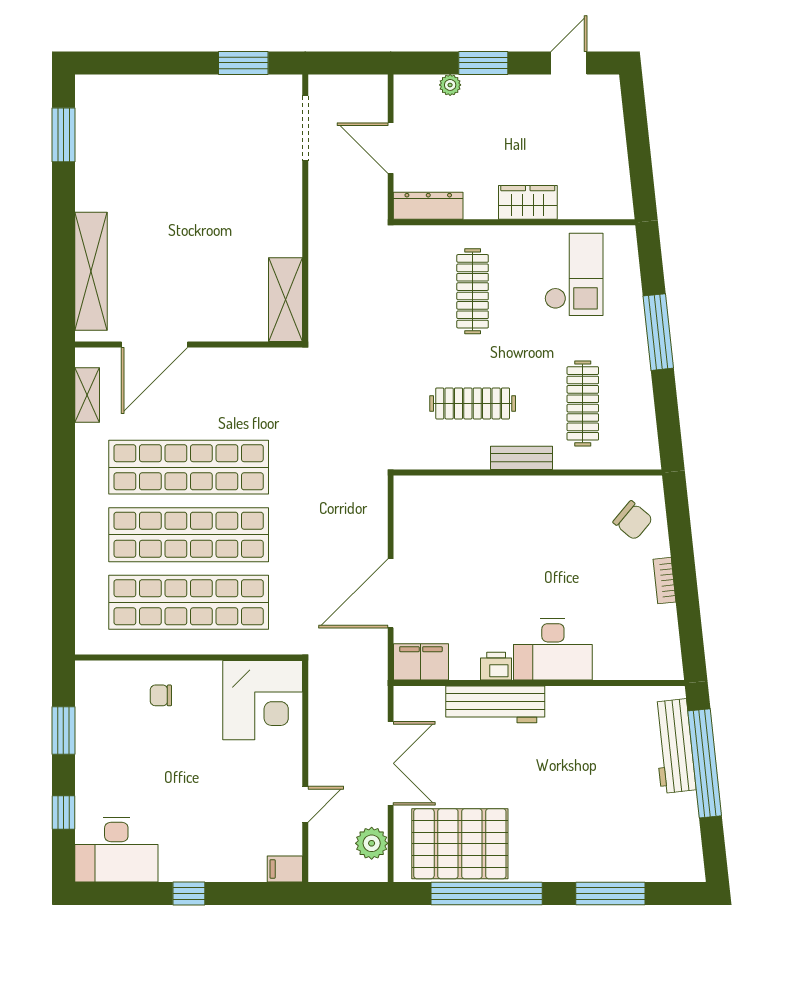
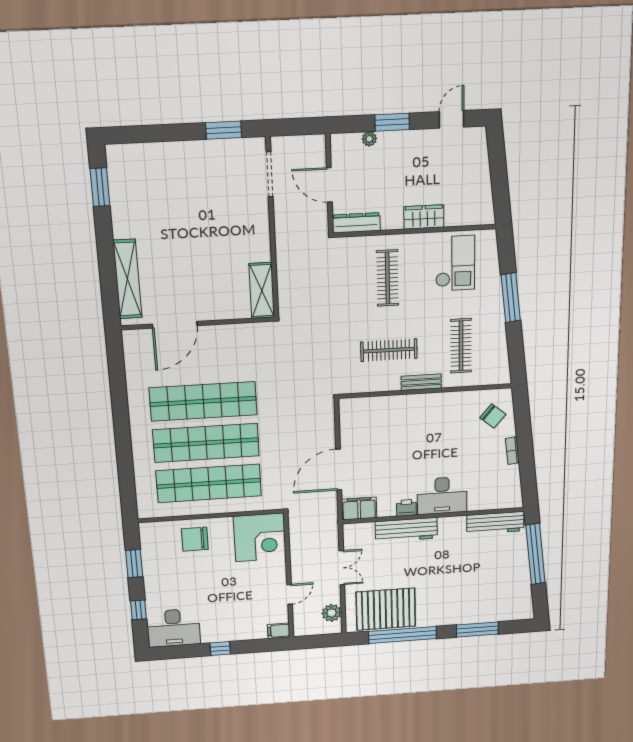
shelving: (87, 395) -> (132, 360), removed
chair: (161, 695) -> (195, 539), width x1.87, depth x1.87
workbench: (674, 746) -> (495, 523), moved, turned -84
double door: (391, 763) -> (342, 568), width x0.73

